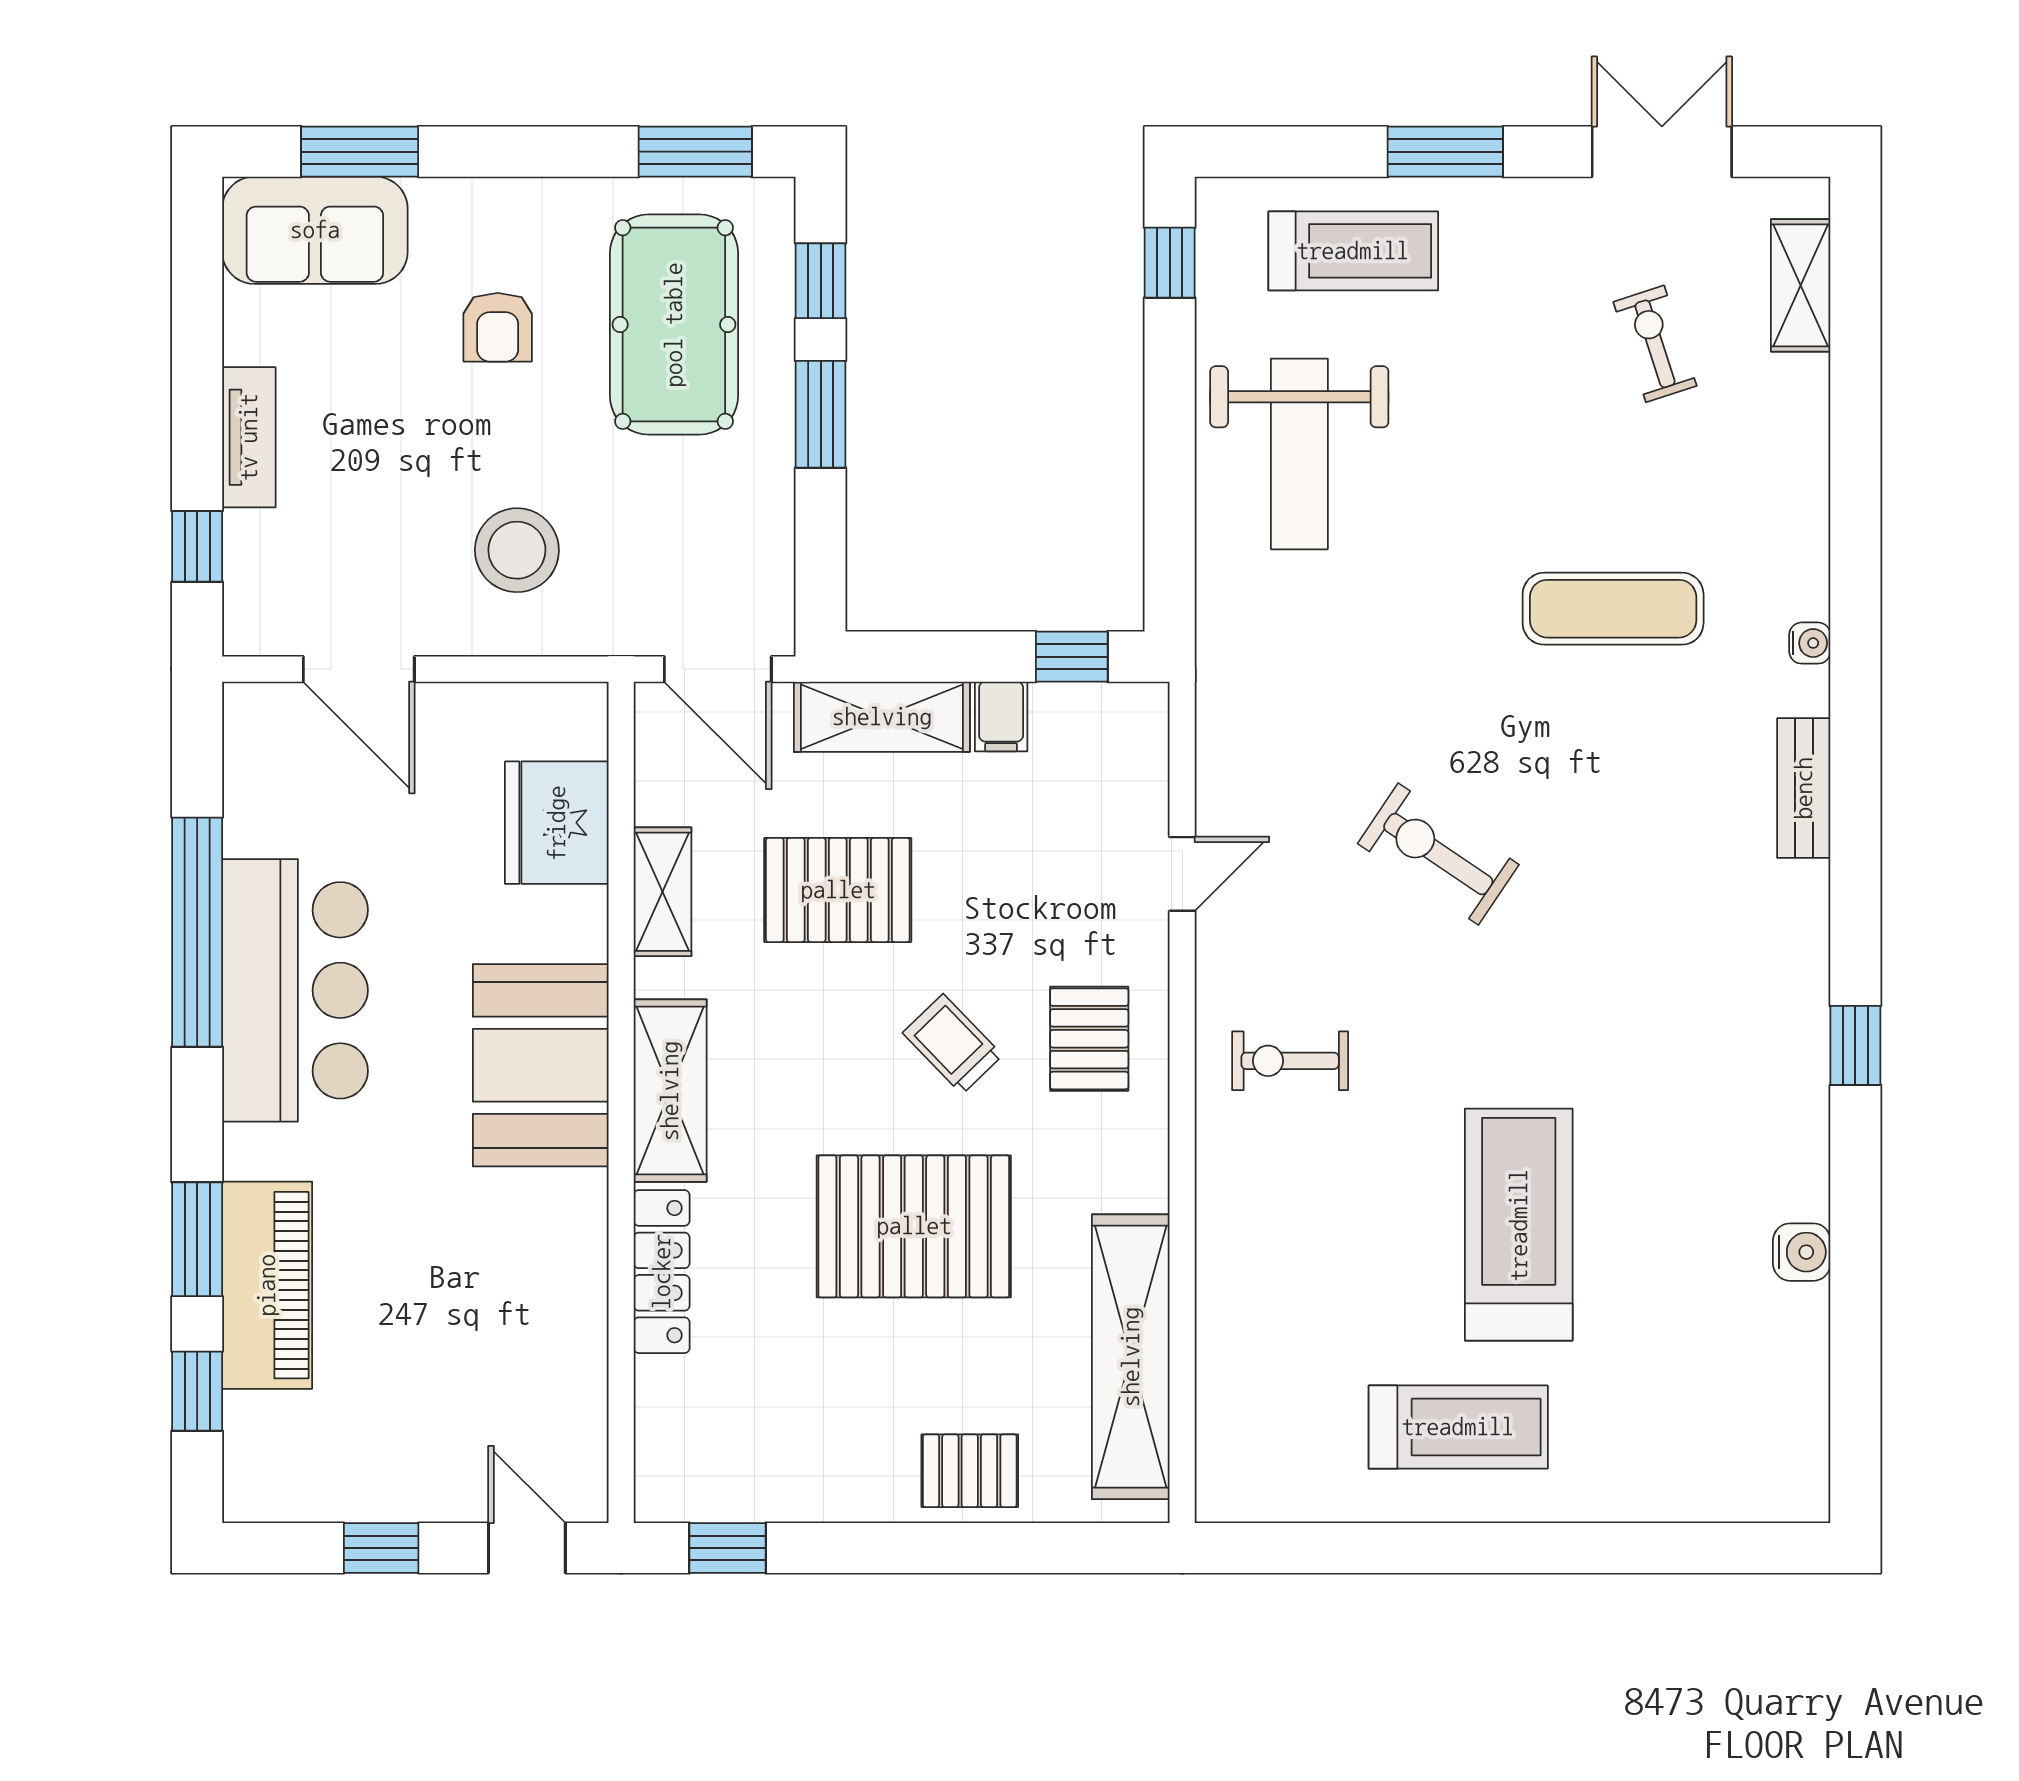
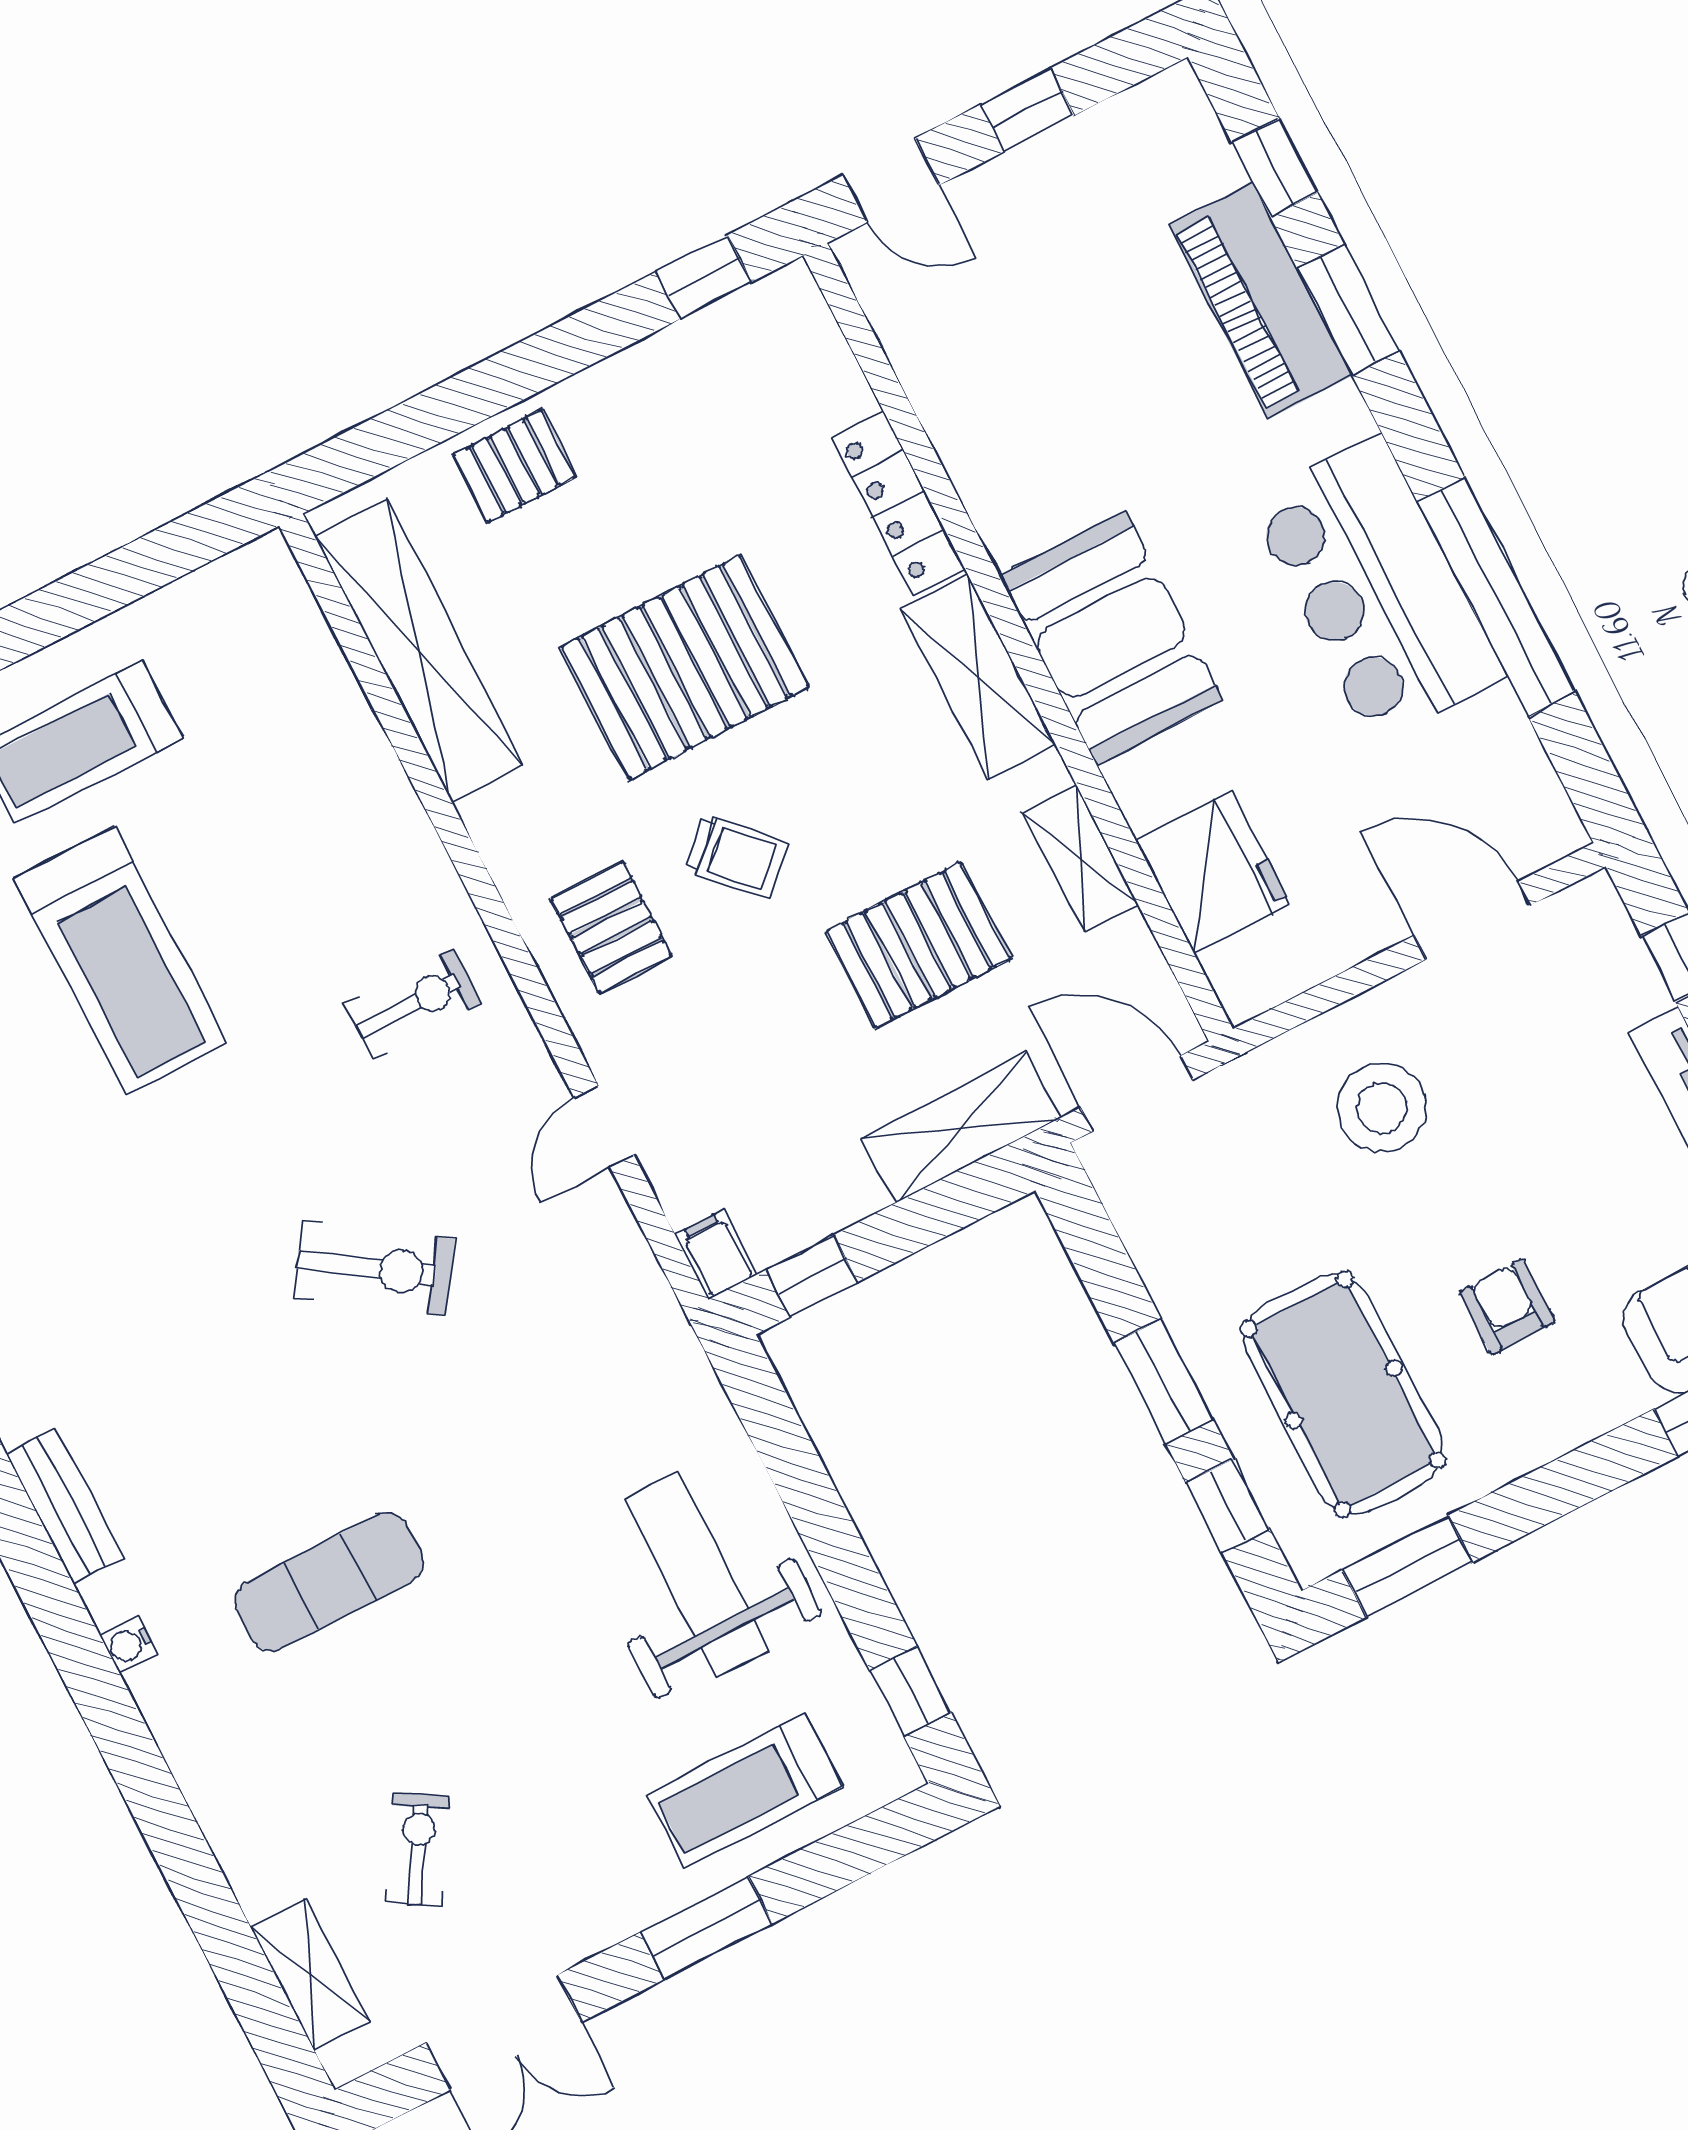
exercise bike: (1655, 344) -> (418, 1849), turned -131
filing cabinet: (1001, 716) -> (716, 1255), moved

